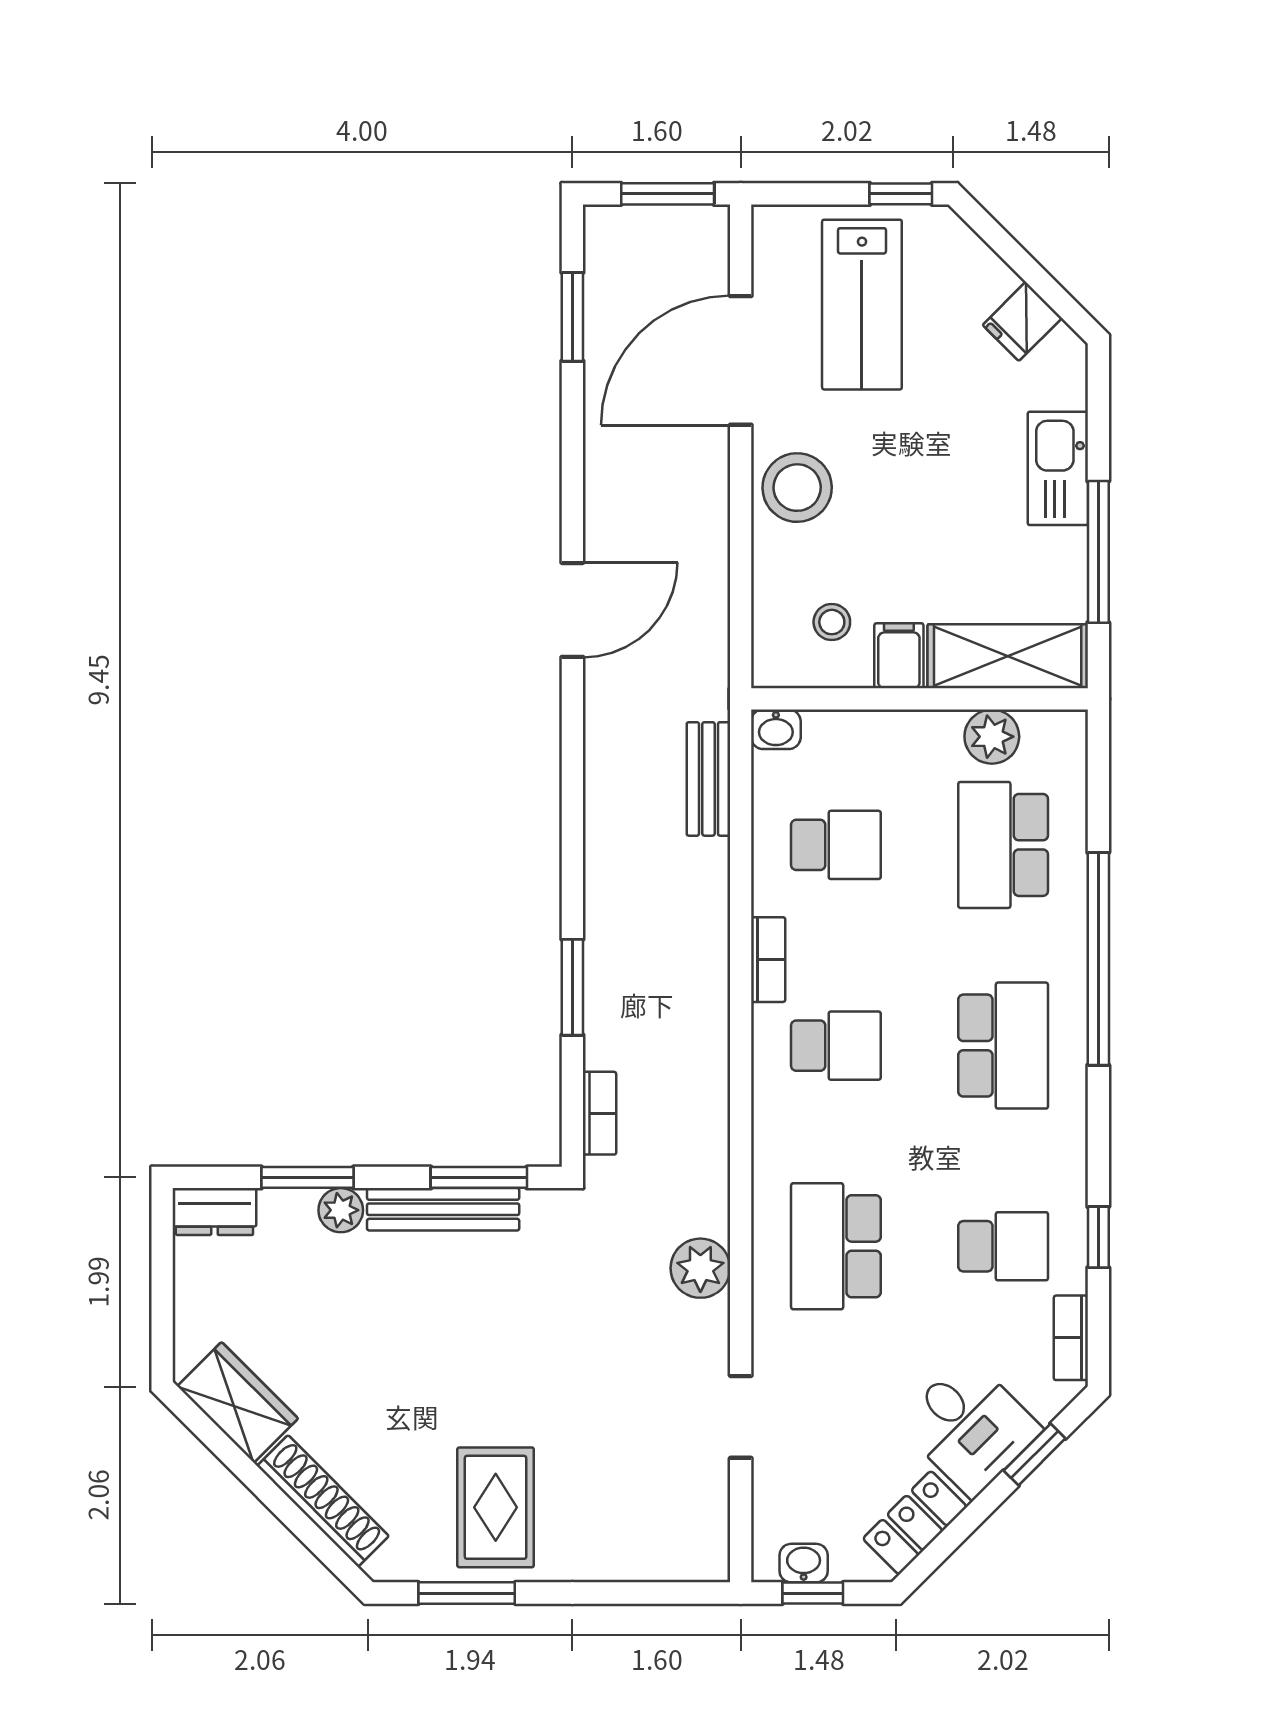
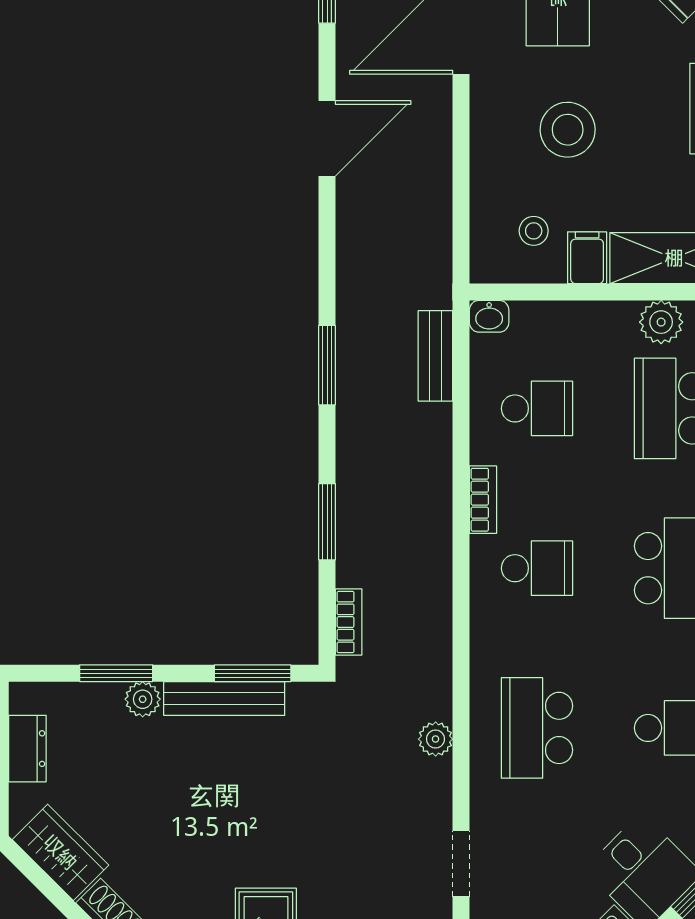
stool: (797, 488) -> (568, 130), moved
door: (572, 610) -> (327, 138), moved
window: (572, 791) -> (327, 365), added
dresser: (214, 1212) -> (27, 749), moved, turned -90
plant: (700, 1268) -> (436, 739), width x0.73, depth x0.73

